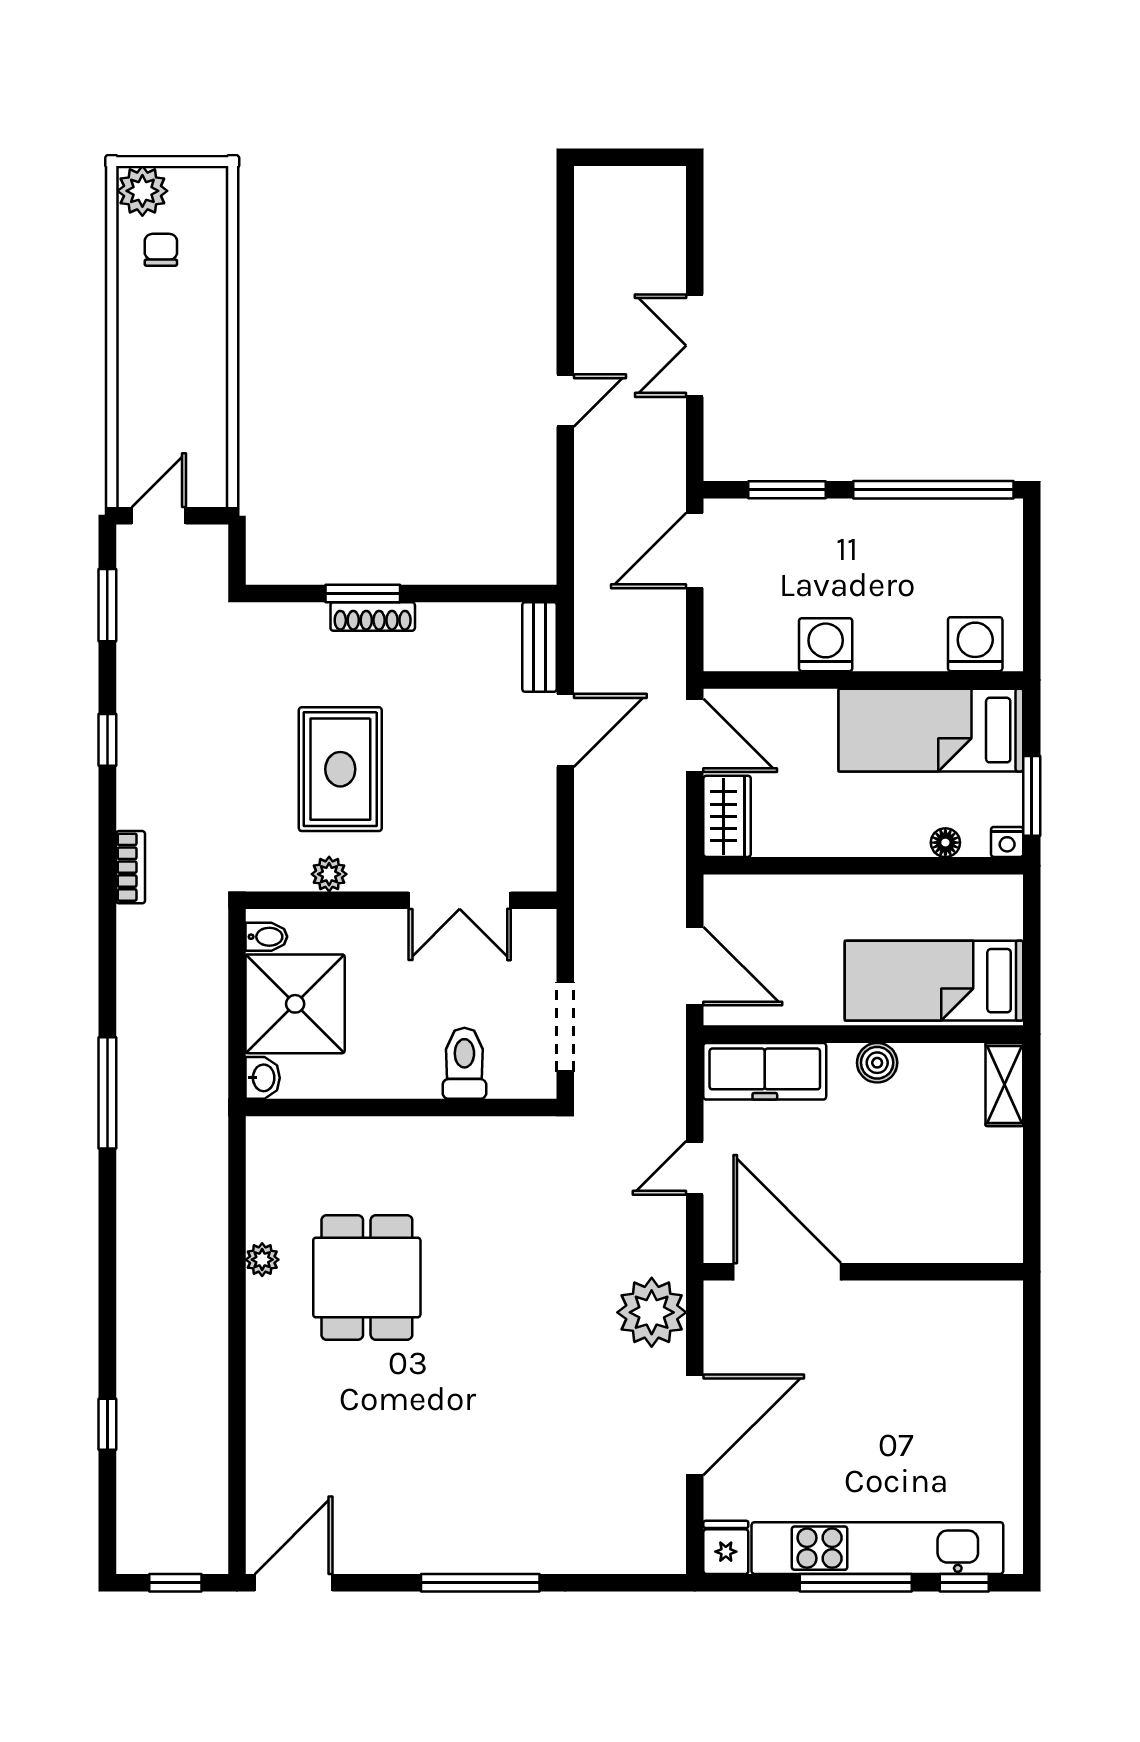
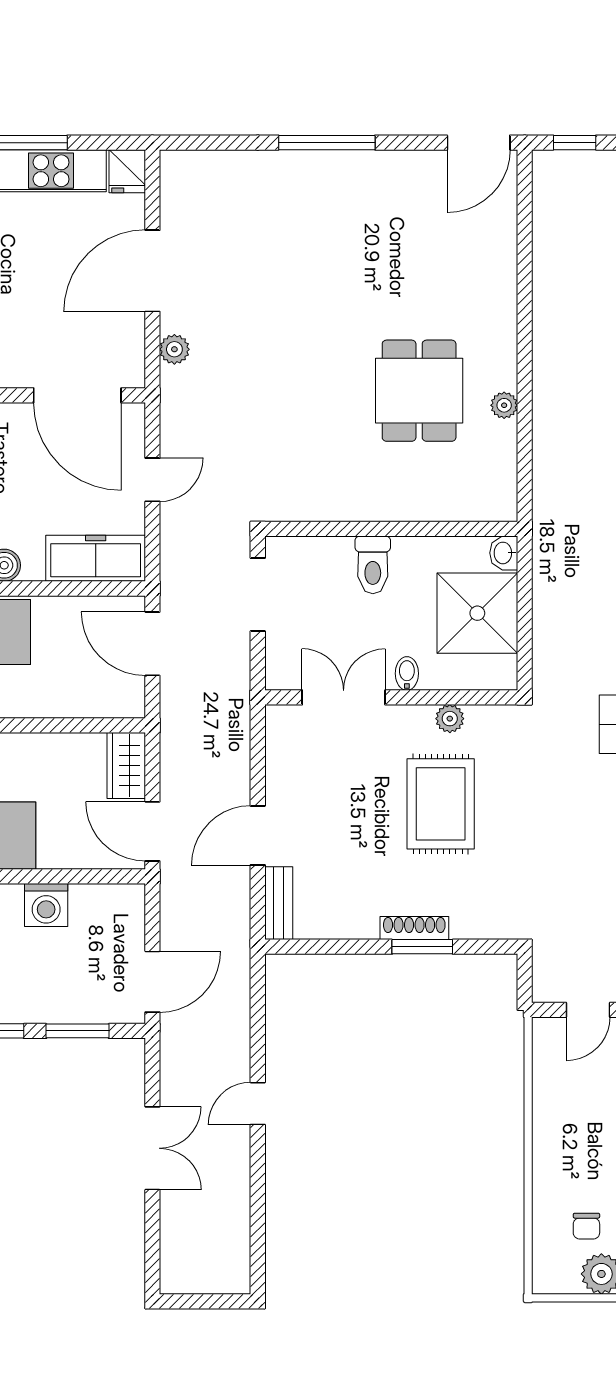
bidet: (266, 937) -> (407, 673), moved, turned 90
toilet: (464, 1063) -> (373, 565), moved
plant: (652, 1312) -> (174, 349), width x0.53, depth x0.53

